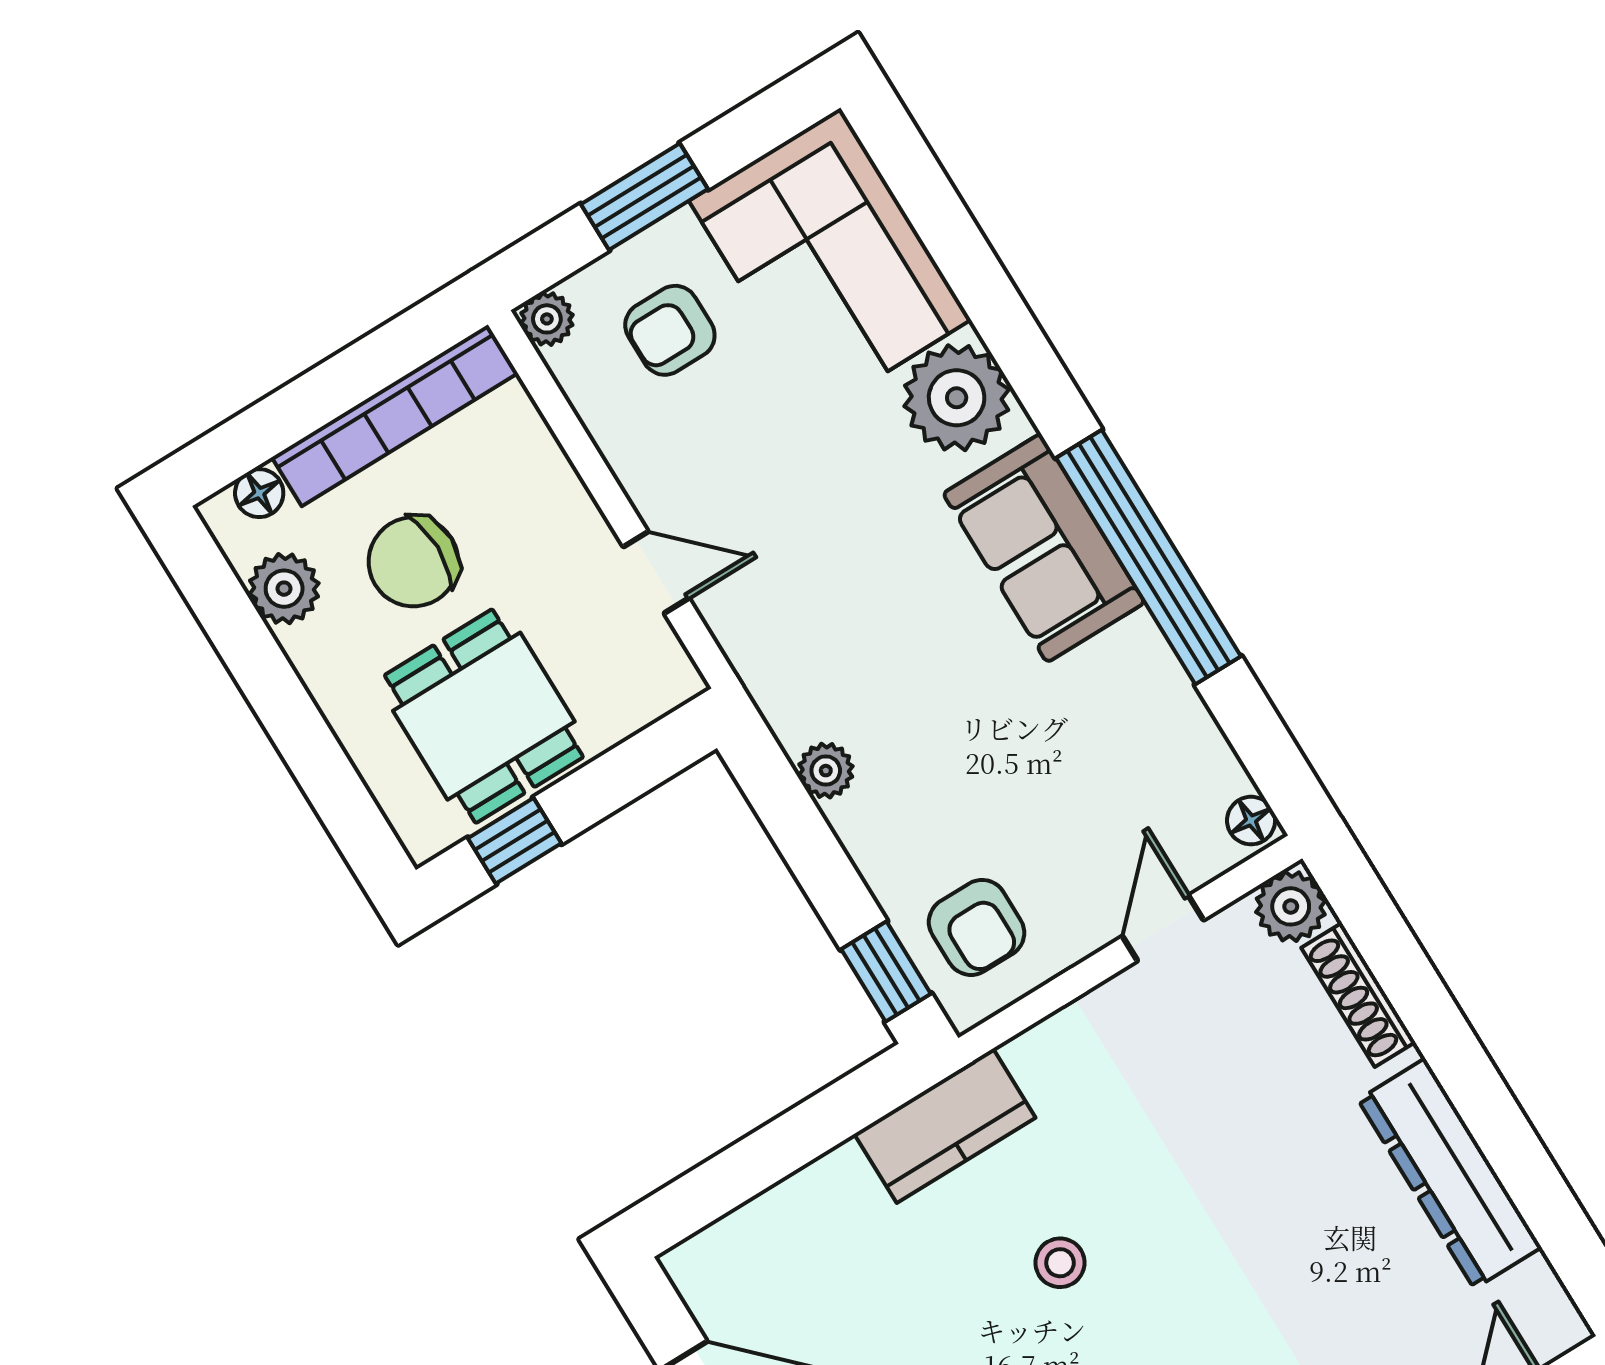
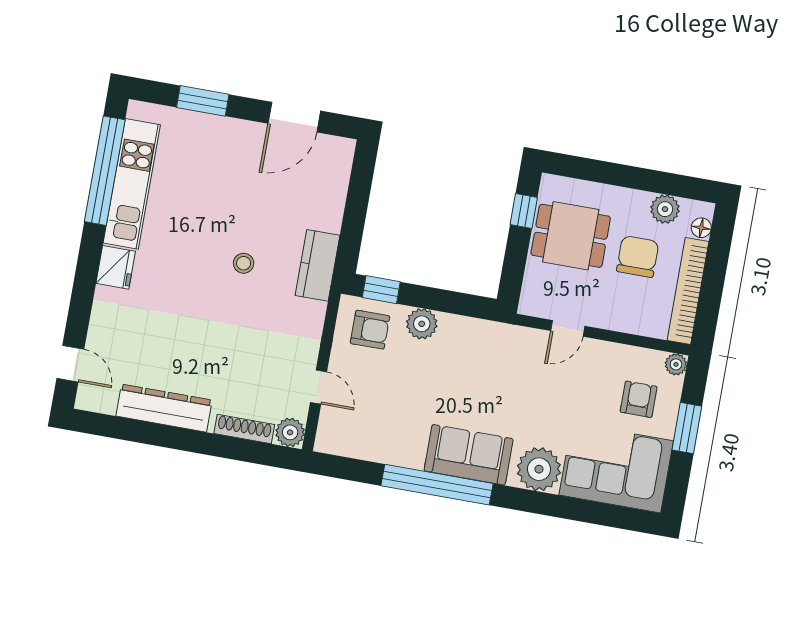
plant: (826, 771) -> (422, 324), moved, width x1.38, depth x1.38
floor lamp: (1251, 821) -> (328, 444), removed
armchair: (977, 927) -> (370, 330), turned 180

